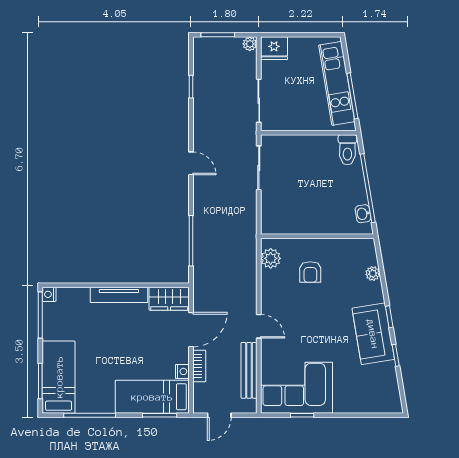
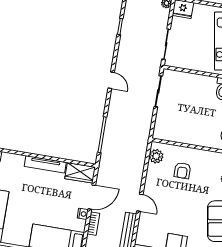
nightstand: (182, 371) -> (83, 214), moved

